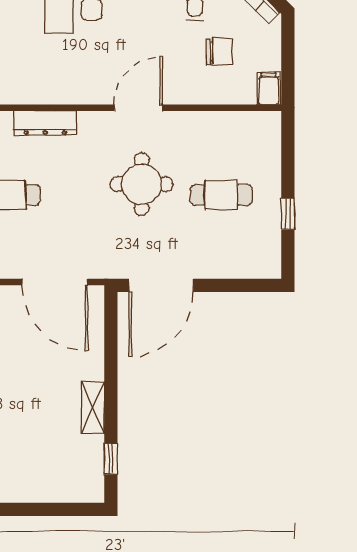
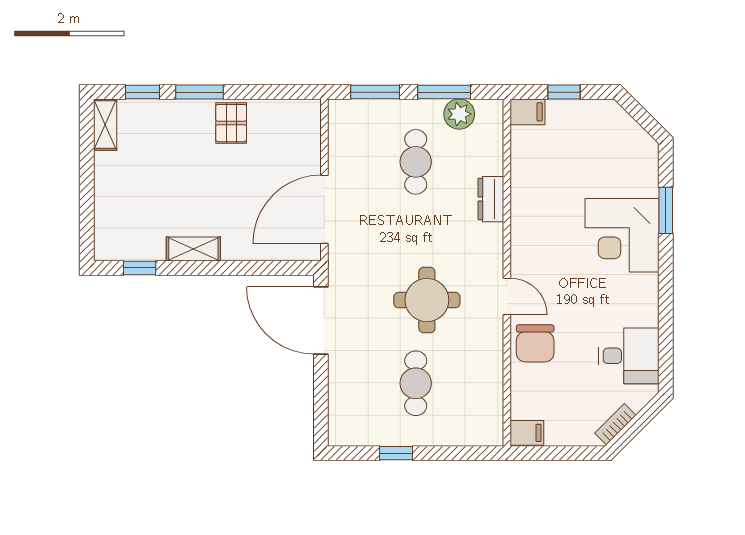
chair: (219, 52) -> (535, 343), moved, width x1.37, depth x1.37
door: (138, 108) -> (507, 296), width x0.73
dresser: (45, 123) -> (491, 199), width x0.70

